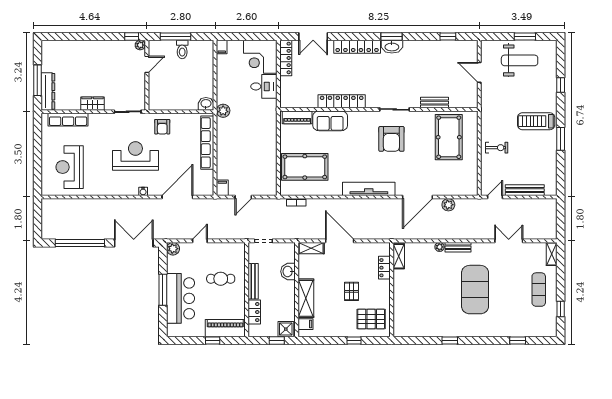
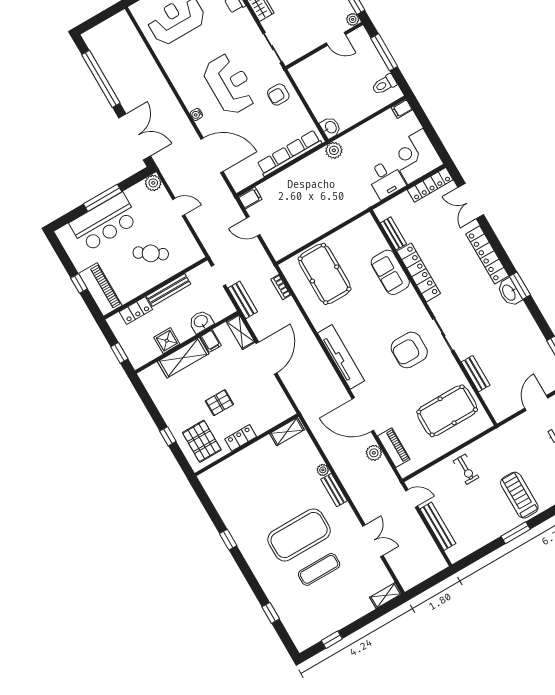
toilet: (182, 49) -> (384, 84), moved
bench: (305, 103) -> (393, 233), added
piano: (297, 117) -> (394, 448), moved, turned 180
bench: (290, 234) -> (243, 300), added
locker: (384, 268) -> (241, 438), moved
cafe table: (221, 279) -> (151, 253), turned -56
exercise mat: (539, 290) -> (319, 569), moved
filing cabinet: (305, 324) -> (211, 341), moved
shower: (286, 329) -> (167, 341), moved

